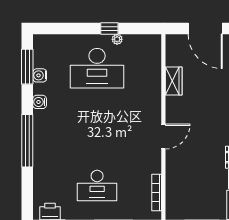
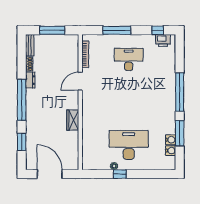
window: (27, 67) -> (180, 133), moved
wardrobe: (174, 81) -> (73, 120), moved
water cooler: (40, 102) -> (171, 151), moved
door: (163, 137) -> (80, 81), moved

